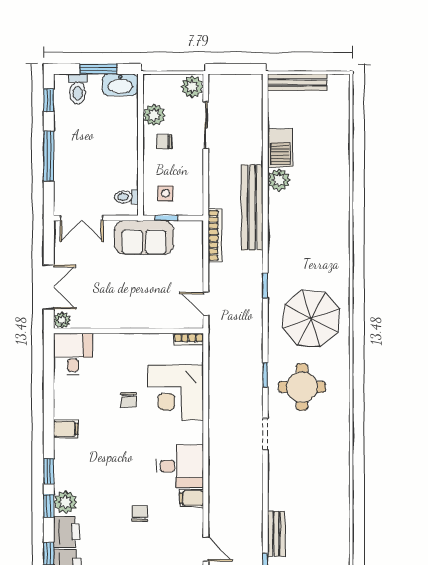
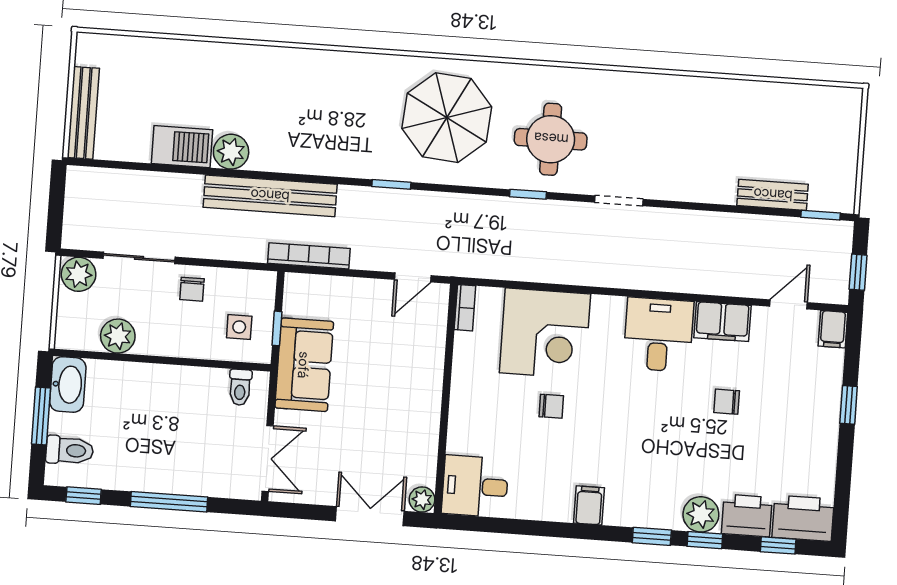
chair: (164, 142) -> (192, 289), moved
filing cabinet: (192, 498) -> (723, 322), width x2.00

